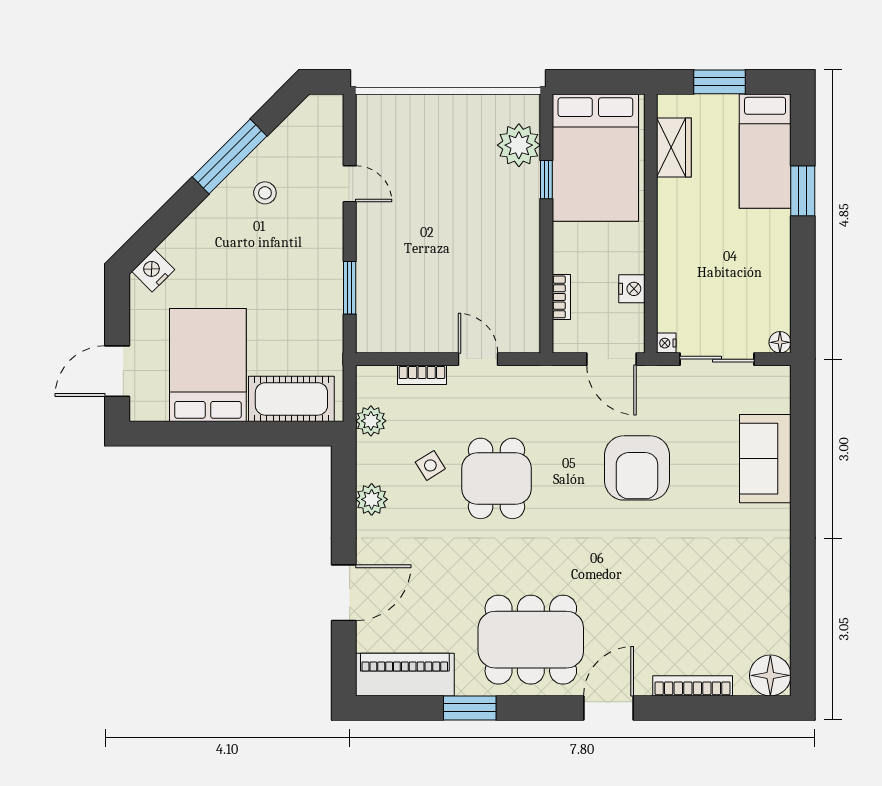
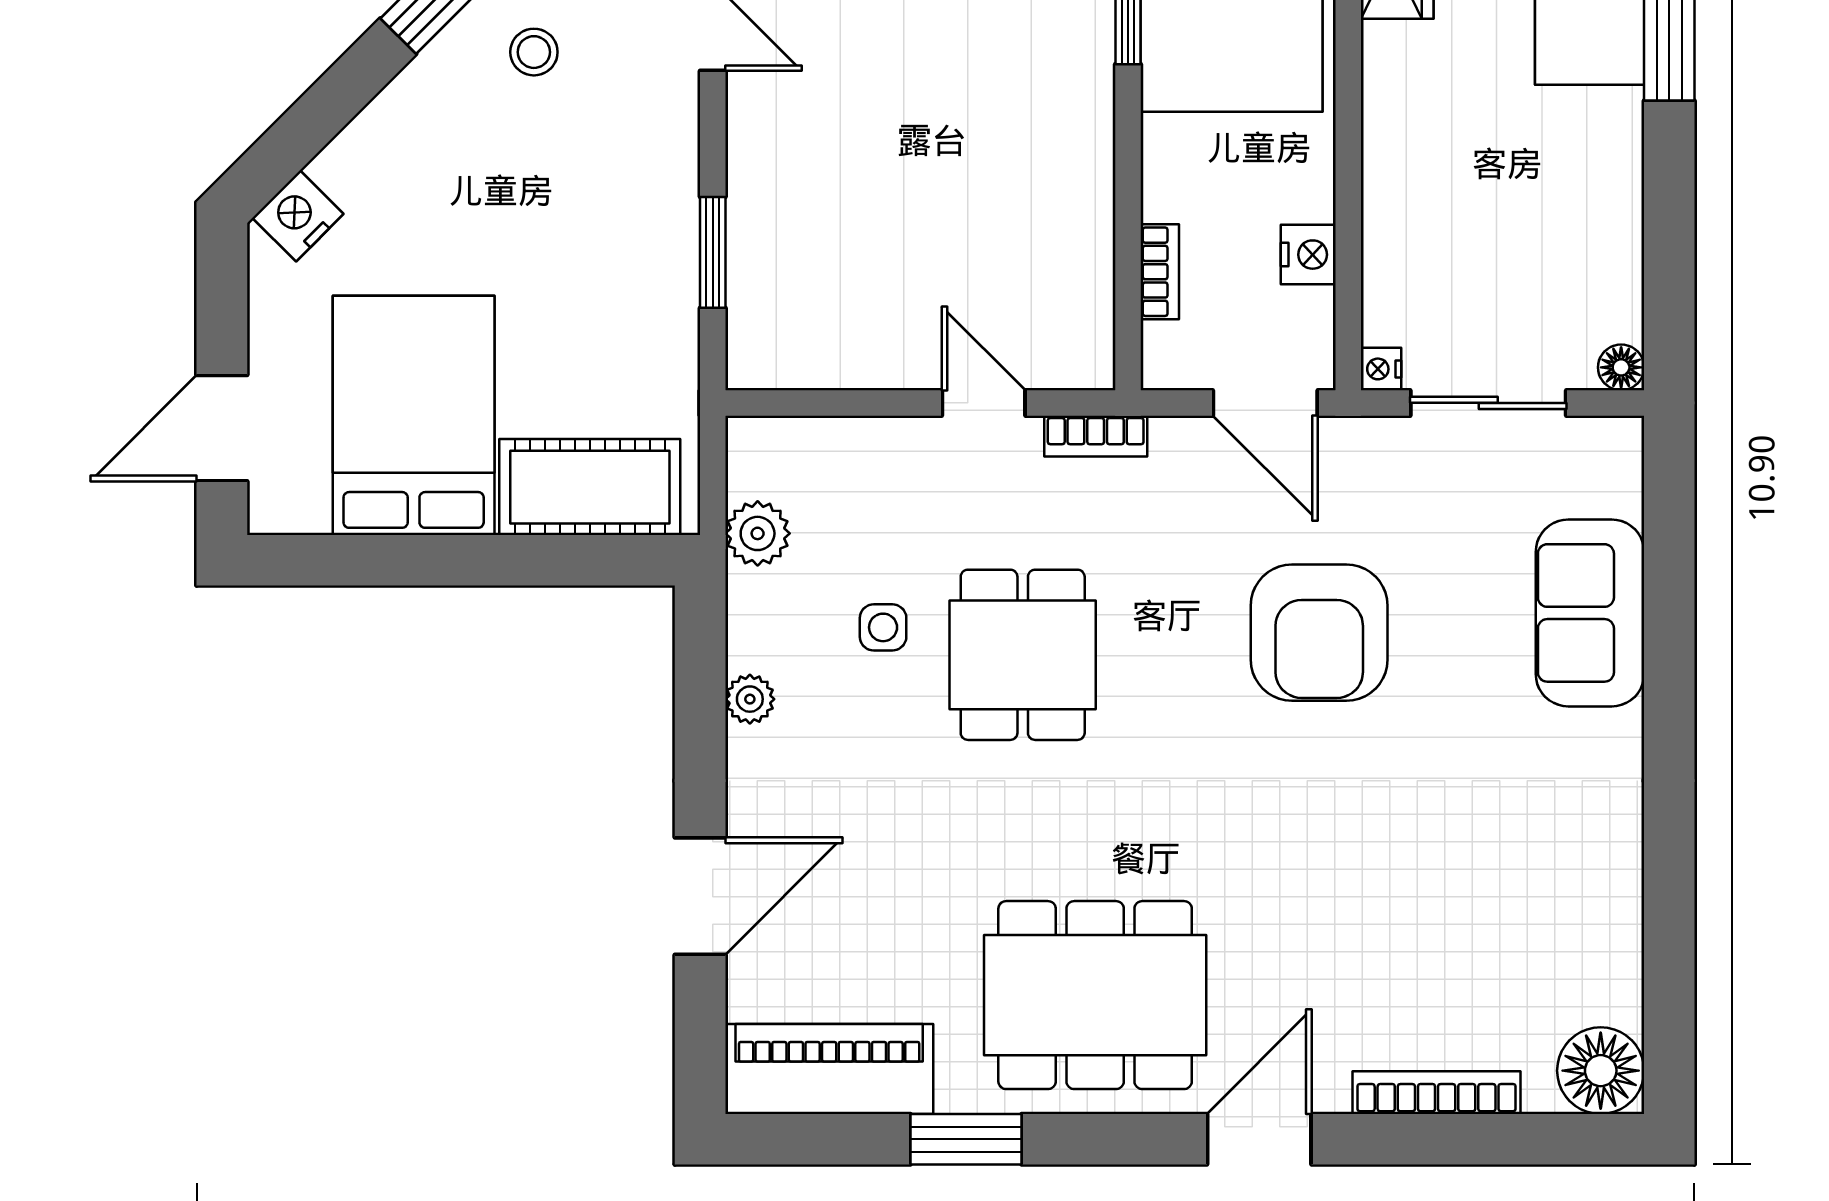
bookcase: (422, 375) -> (1096, 436), moved
side table: (430, 465) -> (883, 627), turned 32
plant: (372, 499) -> (750, 699), width x0.73, depth x0.73

